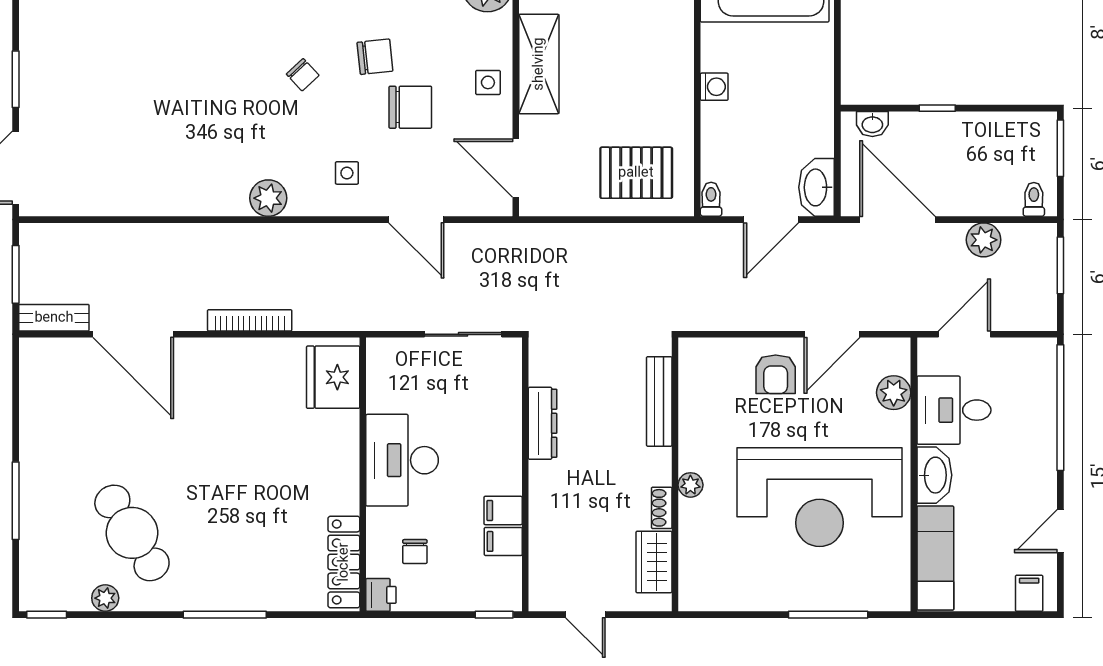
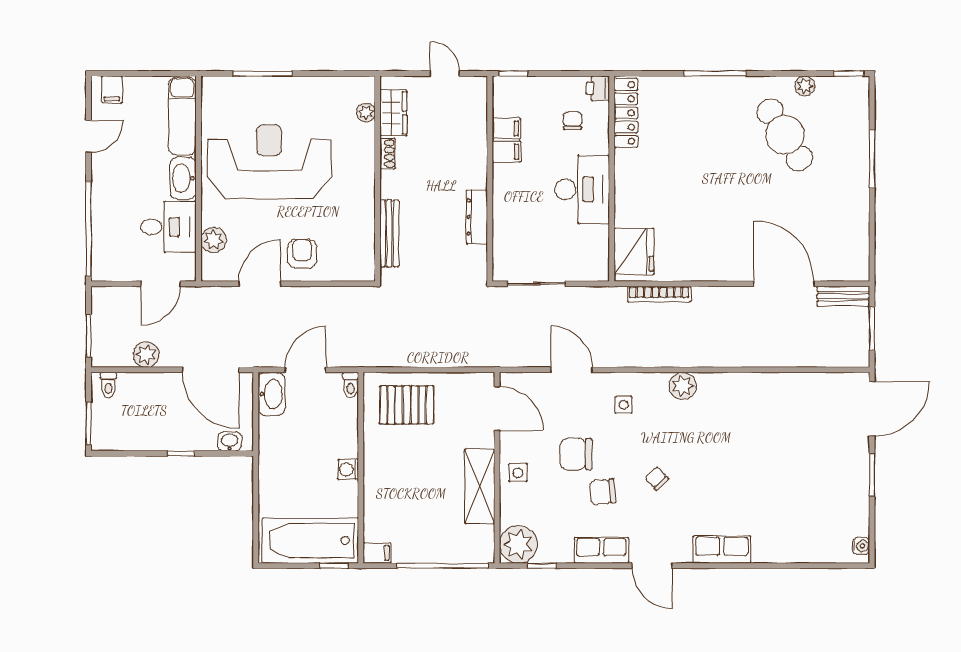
bookcase: (250, 320) -> (659, 294), moved
plant: (690, 485) -> (366, 113), moved

